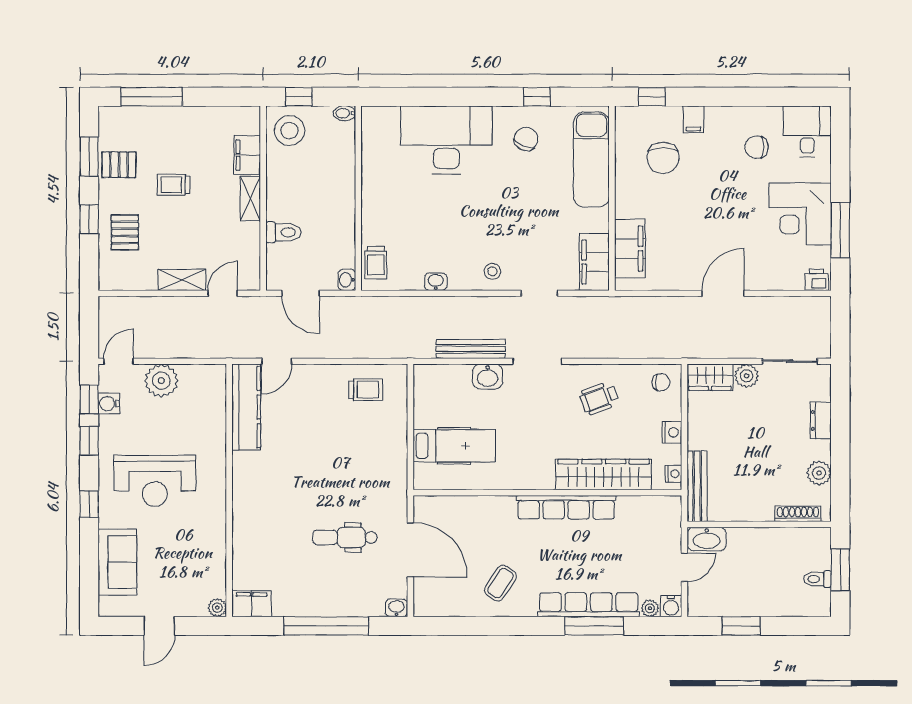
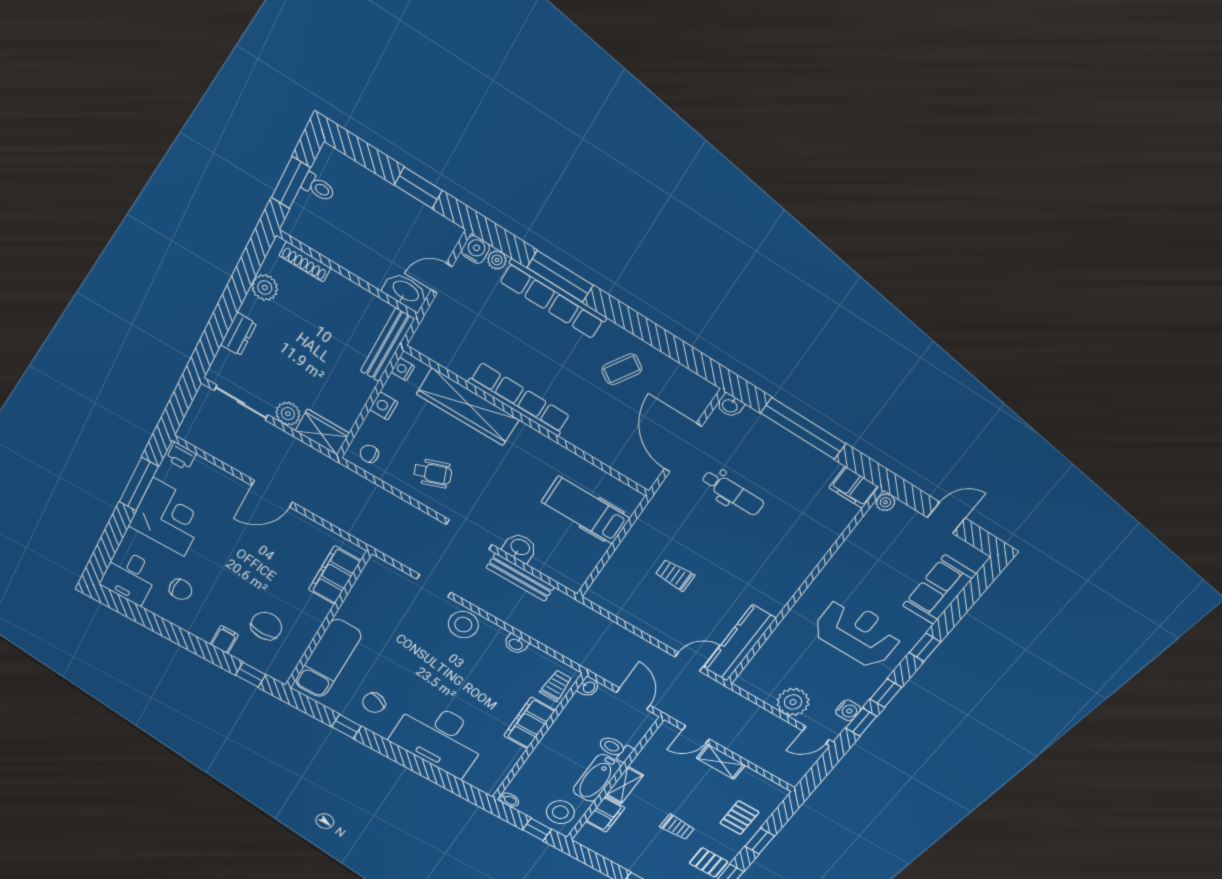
bathtub: (280, 190) -> (597, 778), added
filing cabinet: (594, 262) -> (529, 723), moved, turned 180
stool: (492, 271) -> (463, 625), width x1.89, depth x1.89
trolley: (366, 390) -> (675, 575), moved

